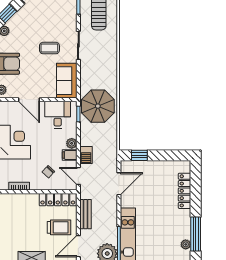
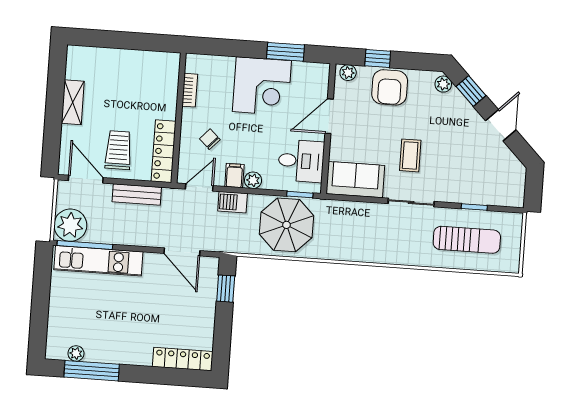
parasol: (98, 106) -> (286, 225), moved
locker: (185, 191) -> (183, 359), moved
trolley: (59, 227) -> (118, 150), turned 180

